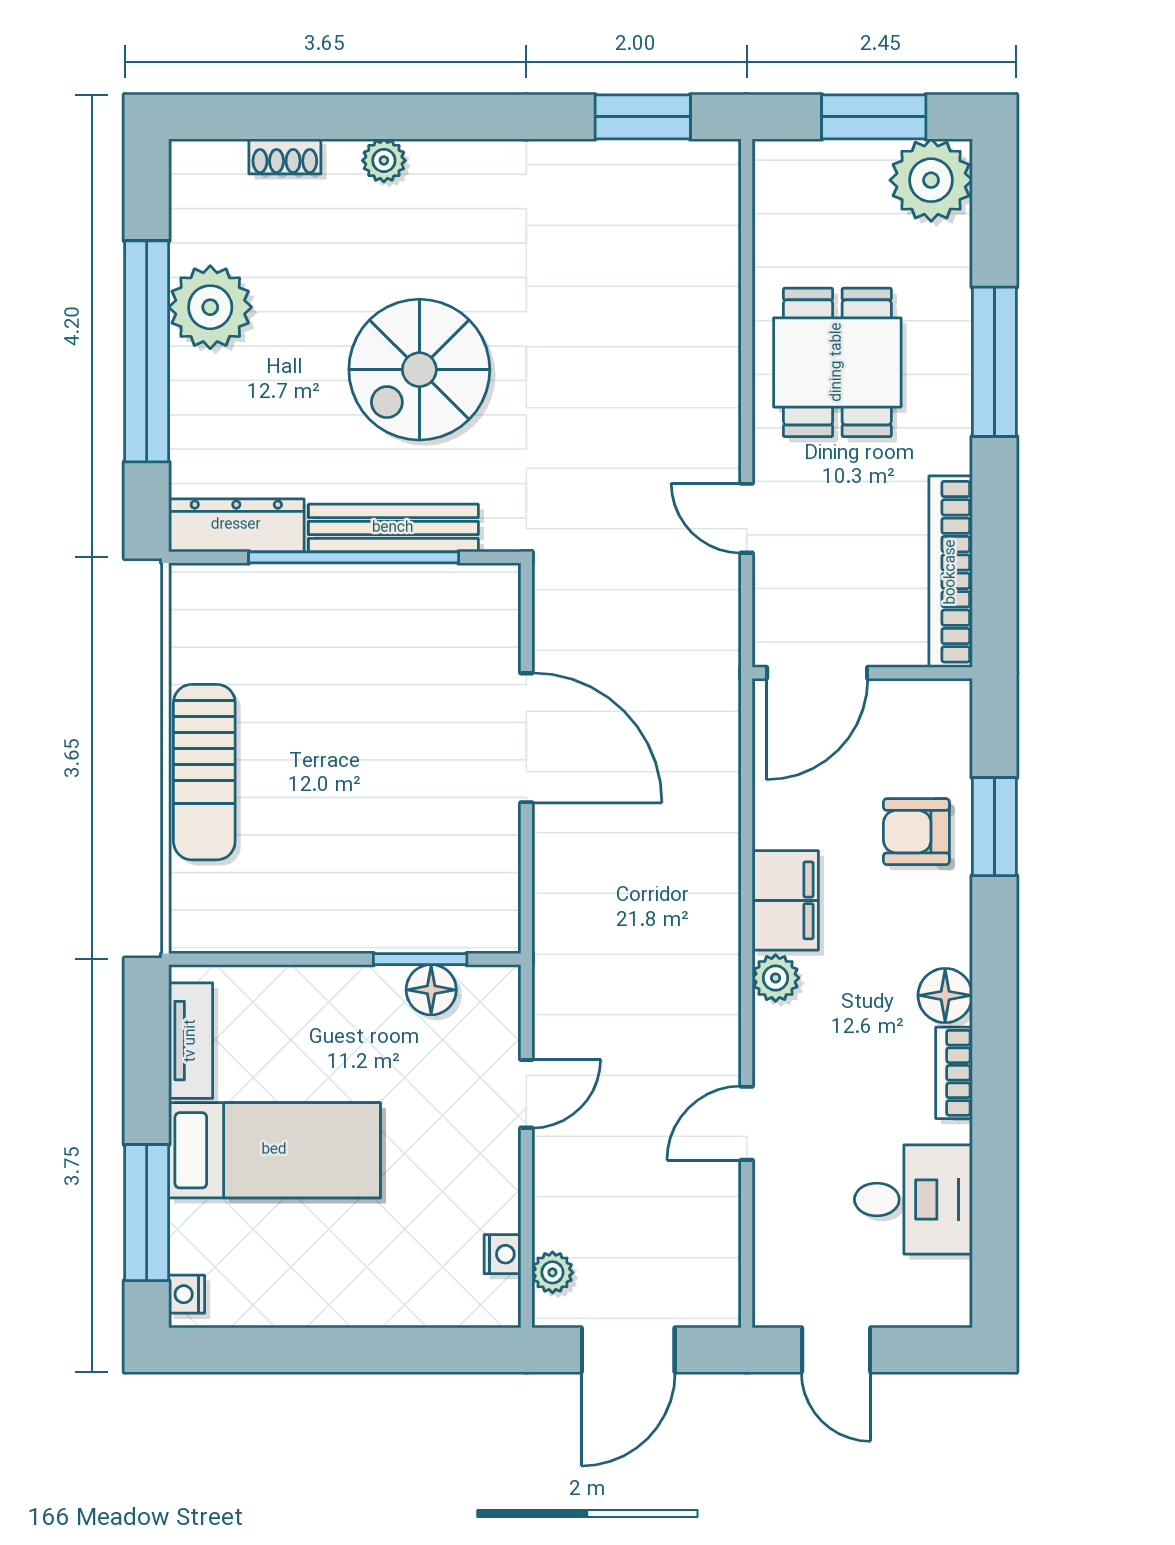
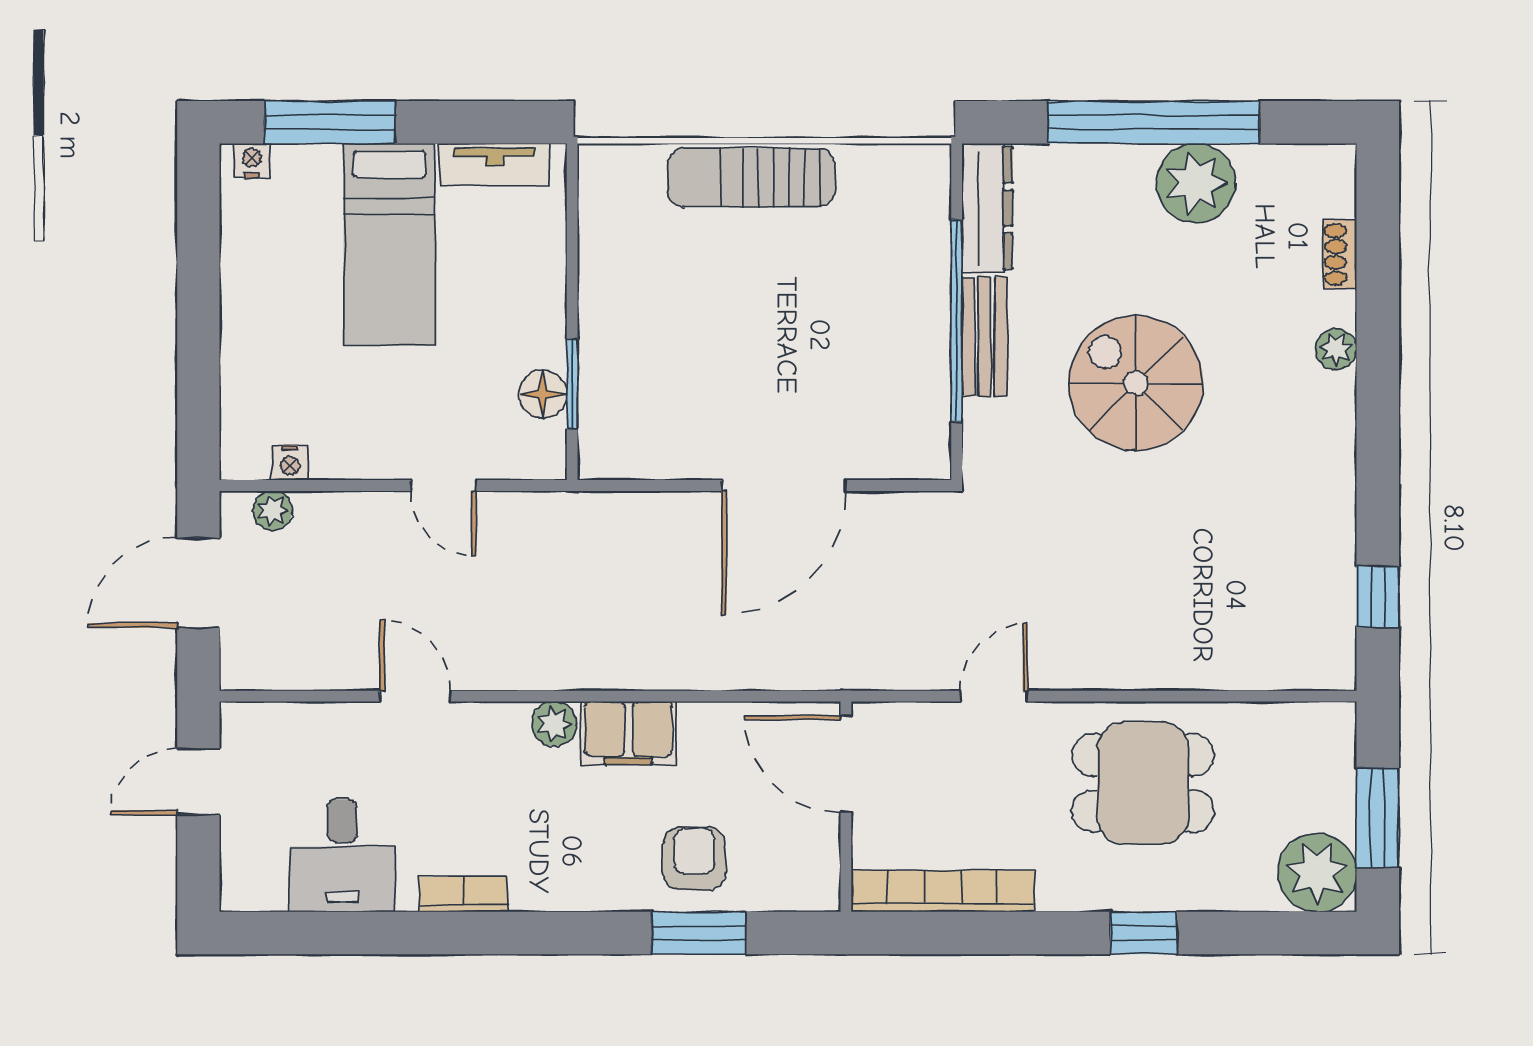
window: (643, 117) -> (1378, 597), width x0.67
window: (994, 362) -> (1144, 933), width x0.46
bench: (393, 528) -> (985, 337), width x0.73
floor lamp: (945, 995) -> (537, 886), removed
door: (628, 1350) -> (198, 583), hinge flipped

